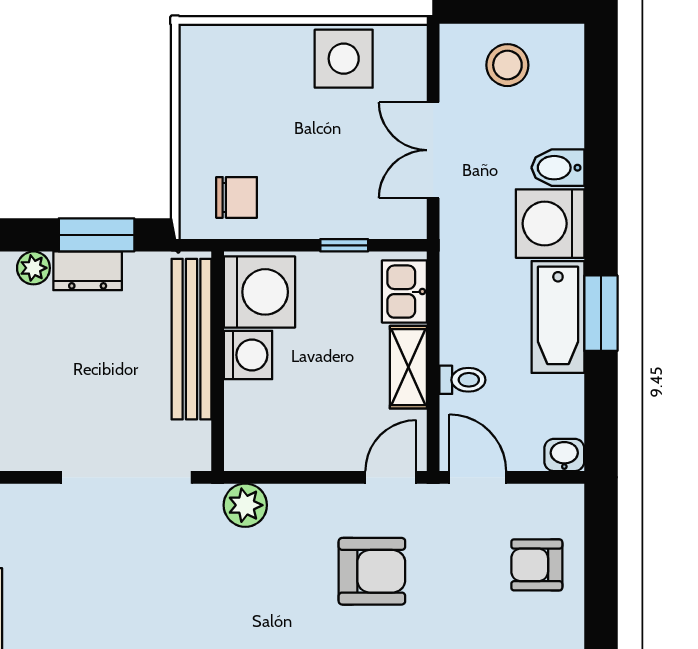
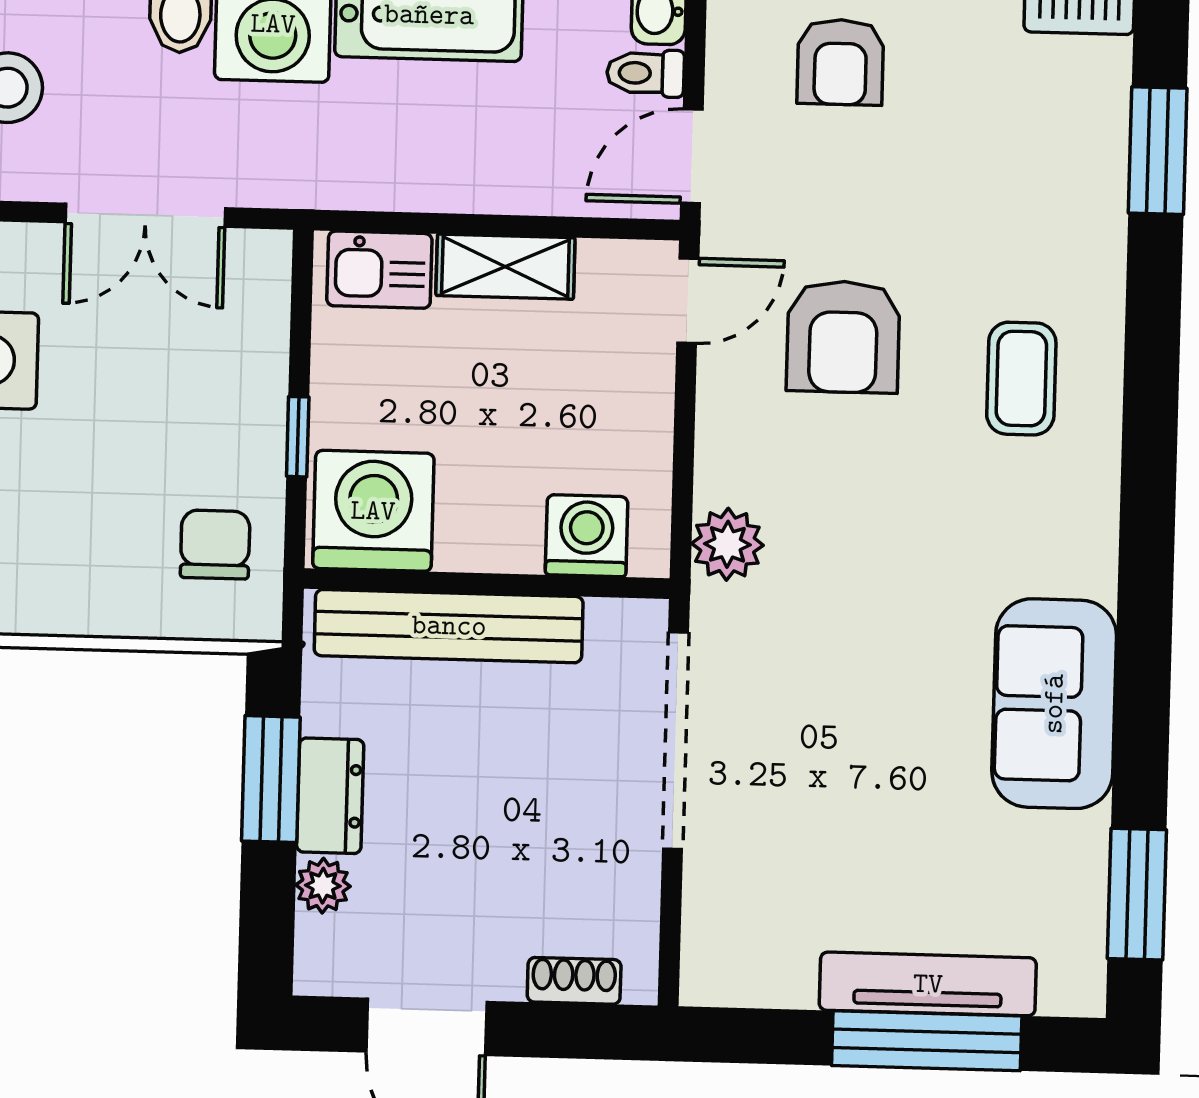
window: (344, 245) -> (298, 437), moved
washing machine: (248, 355) -> (587, 536), moved
toilet: (462, 380) -> (646, 73), moved, turned -90
door: (391, 477) -> (688, 301), swing flipped
armchair: (372, 571) -> (843, 337), turned 180

